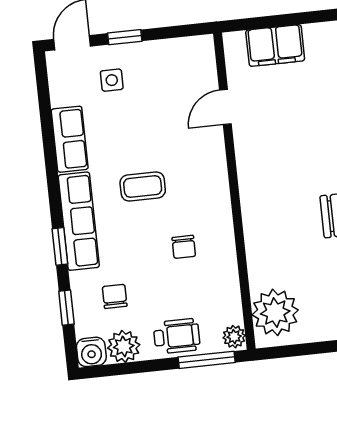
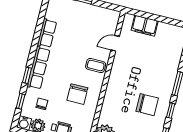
side table: (112, 80) -> (73, 15), removed
coffee table: (143, 187) -> (96, 66), moved
chair: (184, 247) -> (77, 94), width x1.87, depth x1.87

